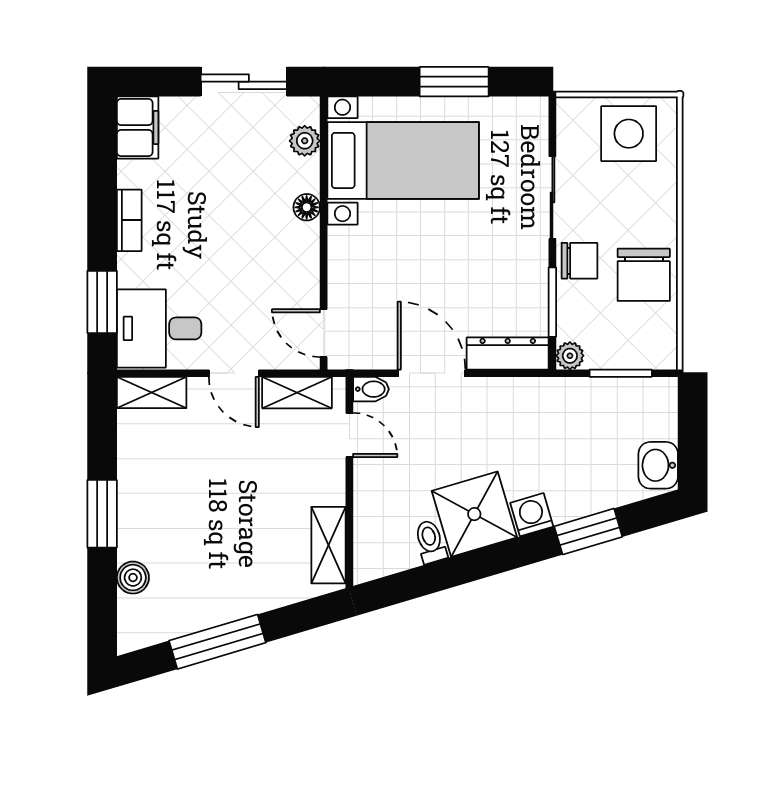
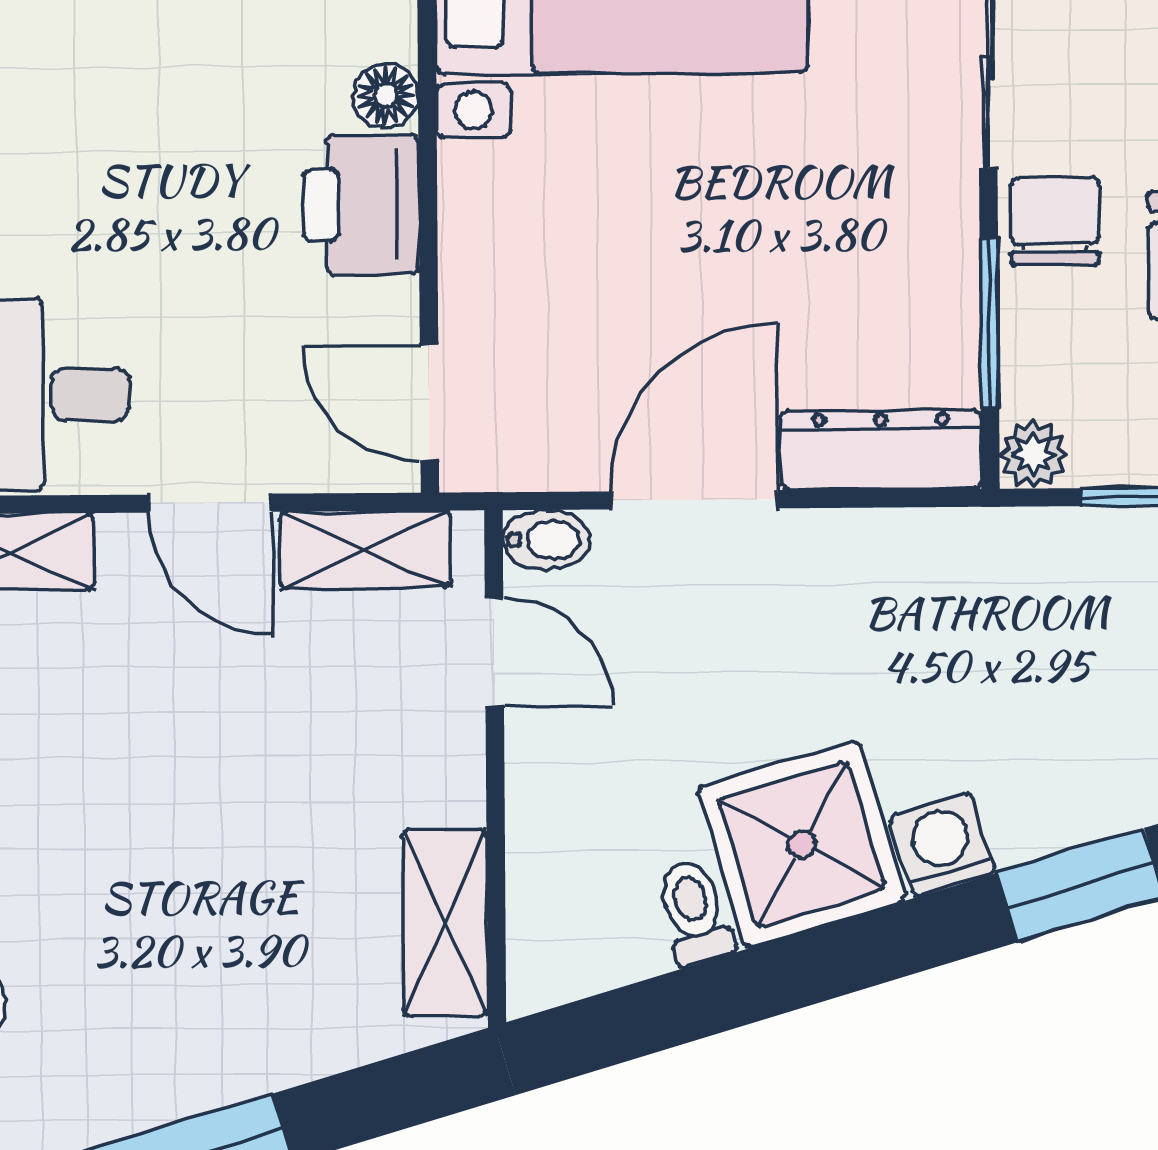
printer: (296, 252) -> (361, 205), added
chair: (579, 261) -> (1055, 222), turned -90
door: (432, 373) -> (695, 500), hinge flipped

